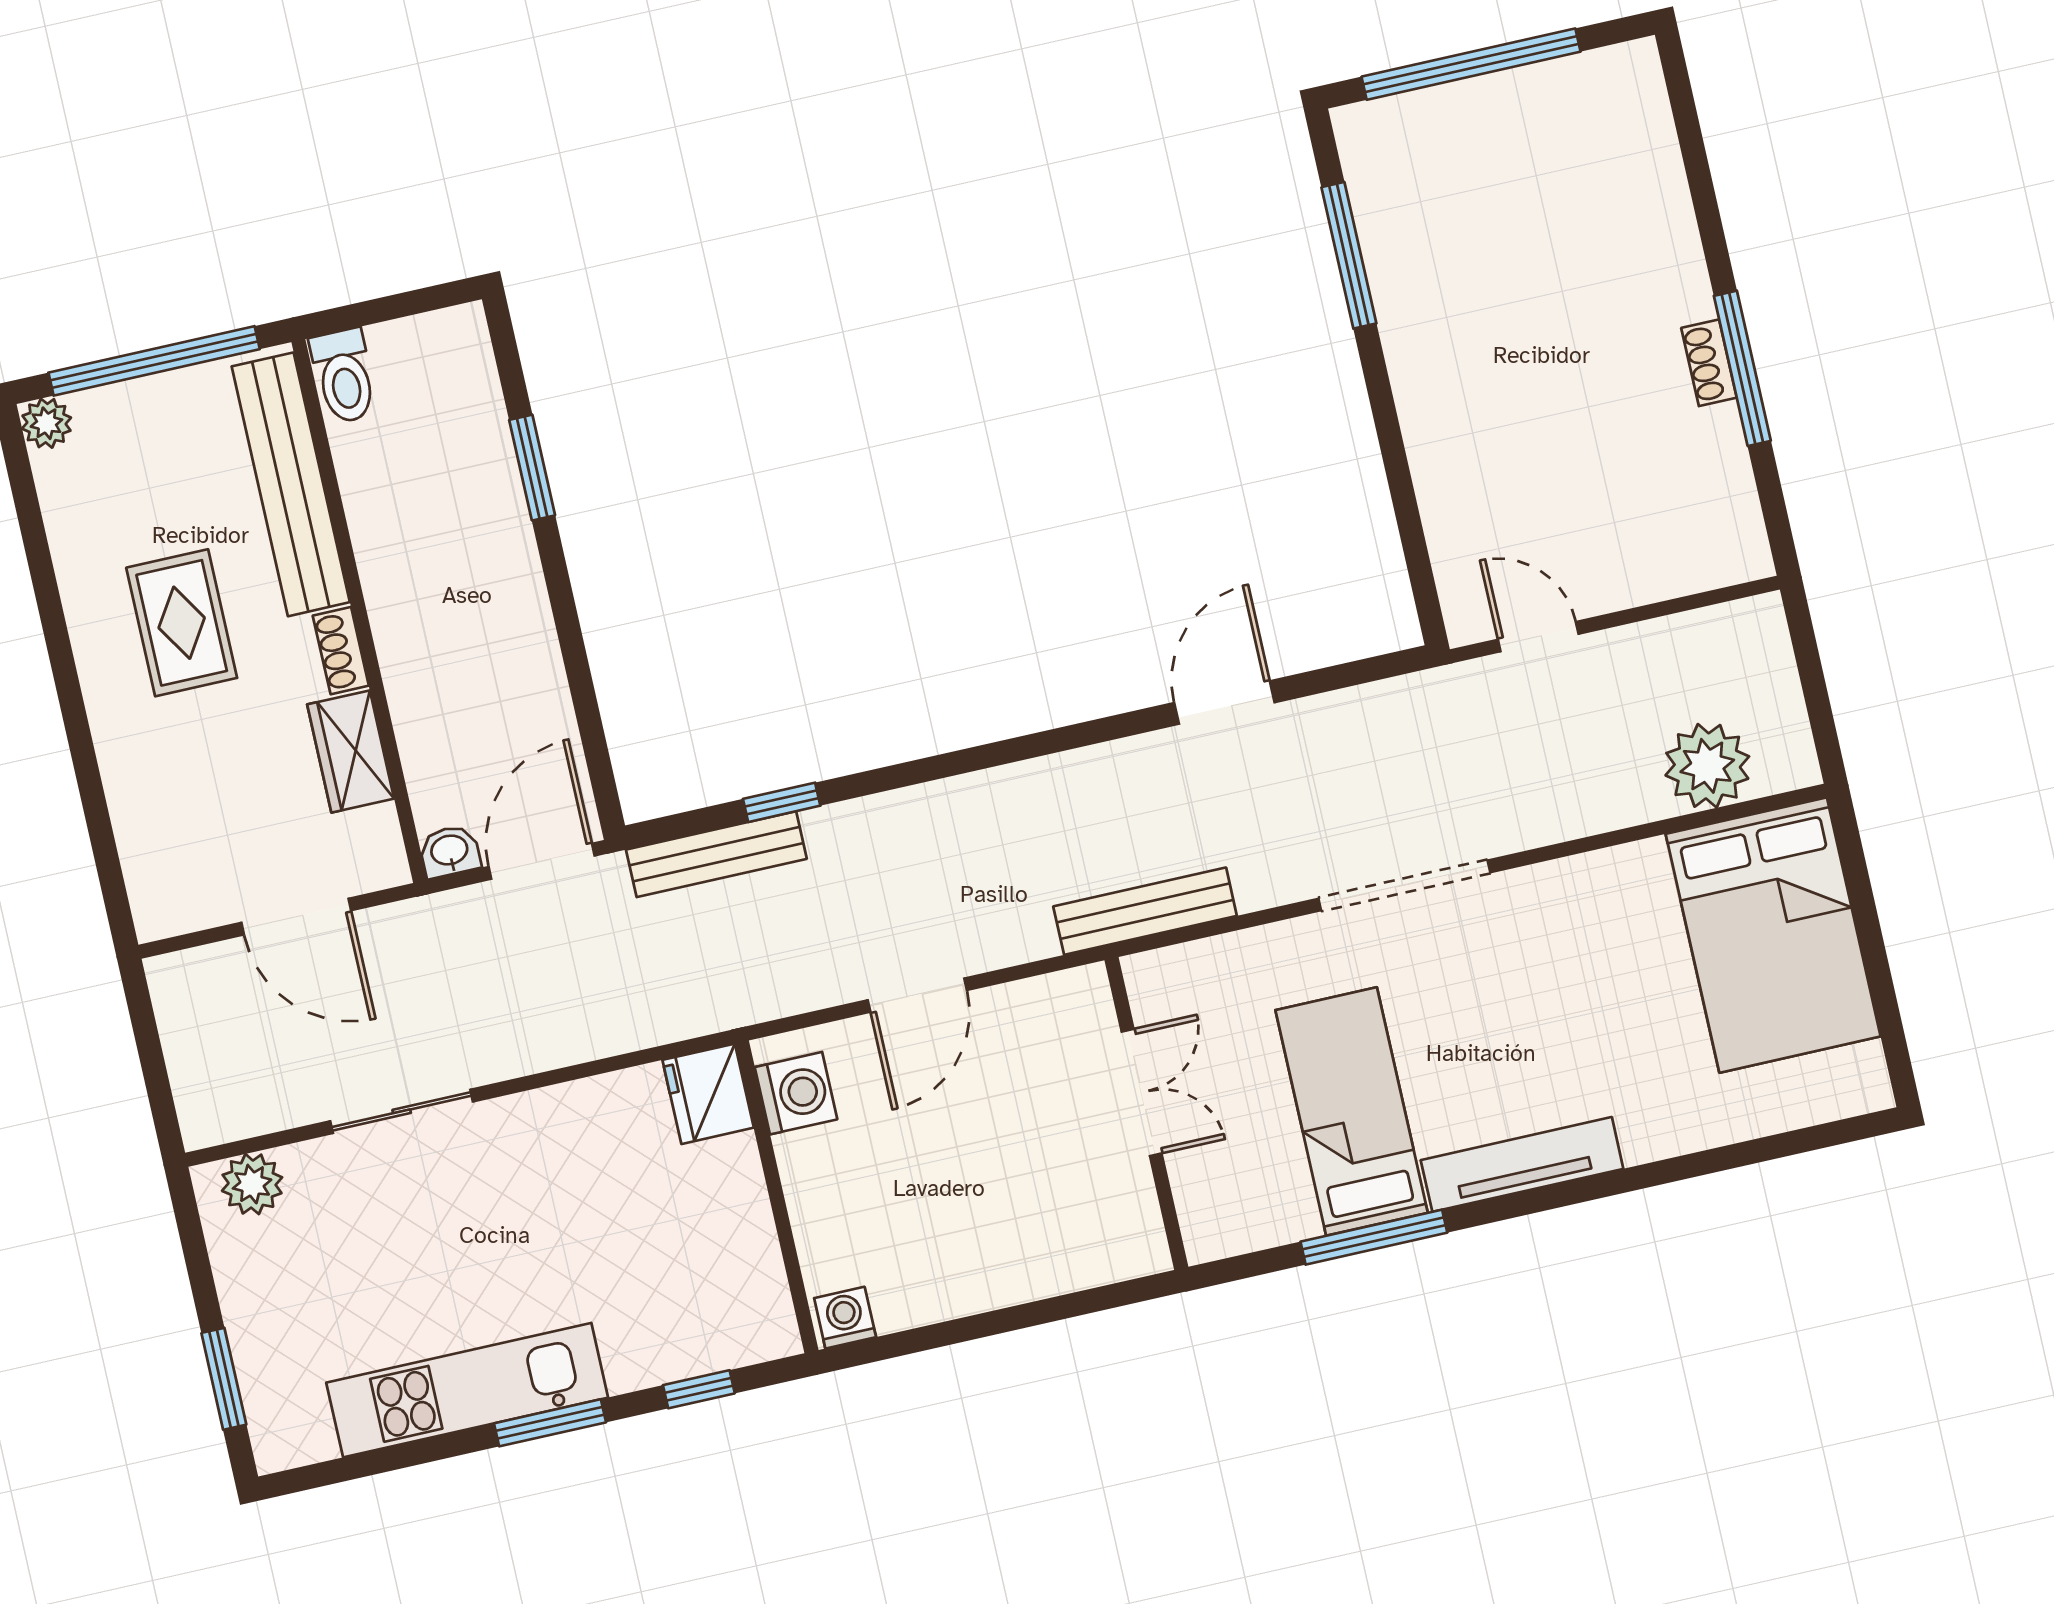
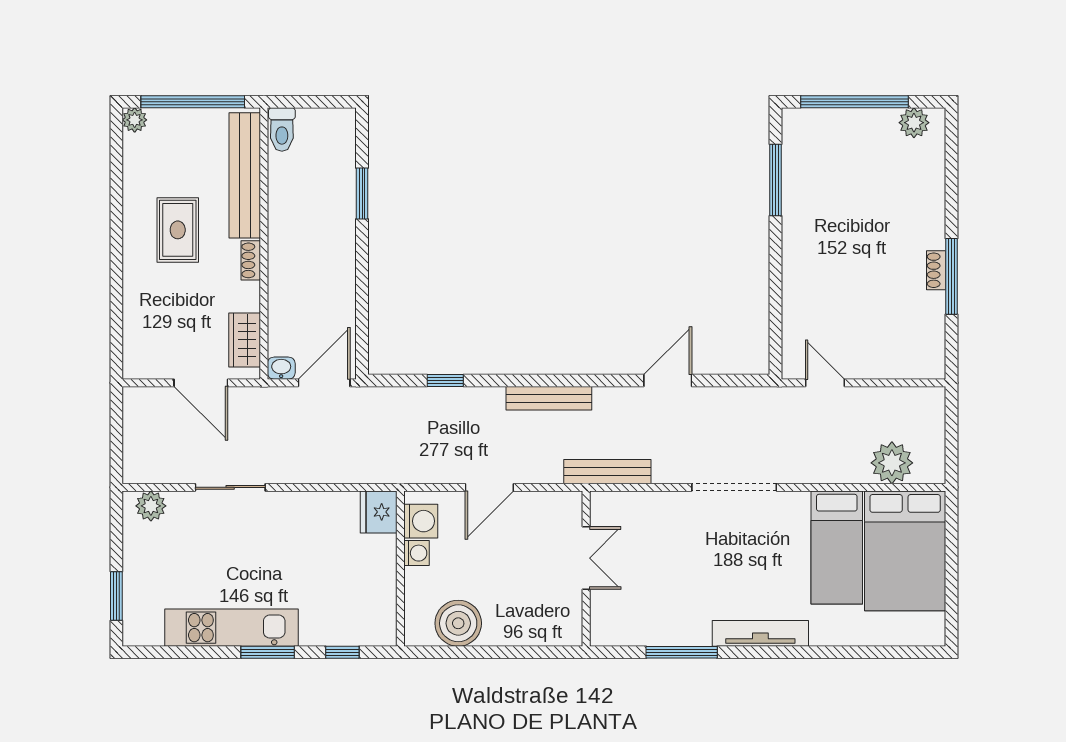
plant: (1599, 79) -> (914, 123), added
wardrobe: (351, 751) -> (245, 340), moved
bench: (716, 854) -> (549, 398), moved
bed: (1352, 1111) -> (837, 547), moved, turned 180
boiler: (916, 1280) -> (458, 623), added
washing machine: (845, 1318) -> (417, 553), moved, turned 90

